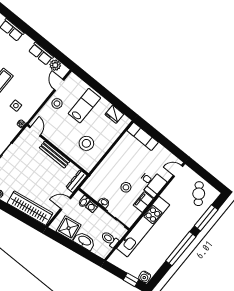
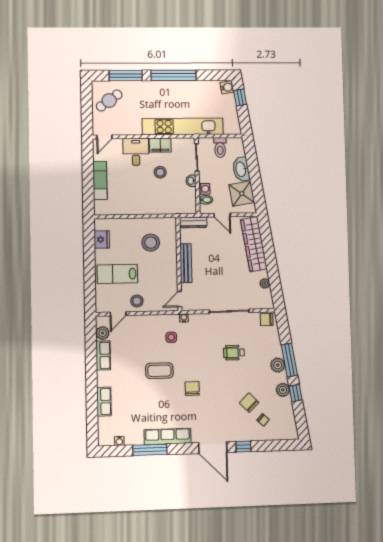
exam couch: (143, 136) -> (100, 180), moved
door: (178, 171) -> (104, 137), hinge flipped

